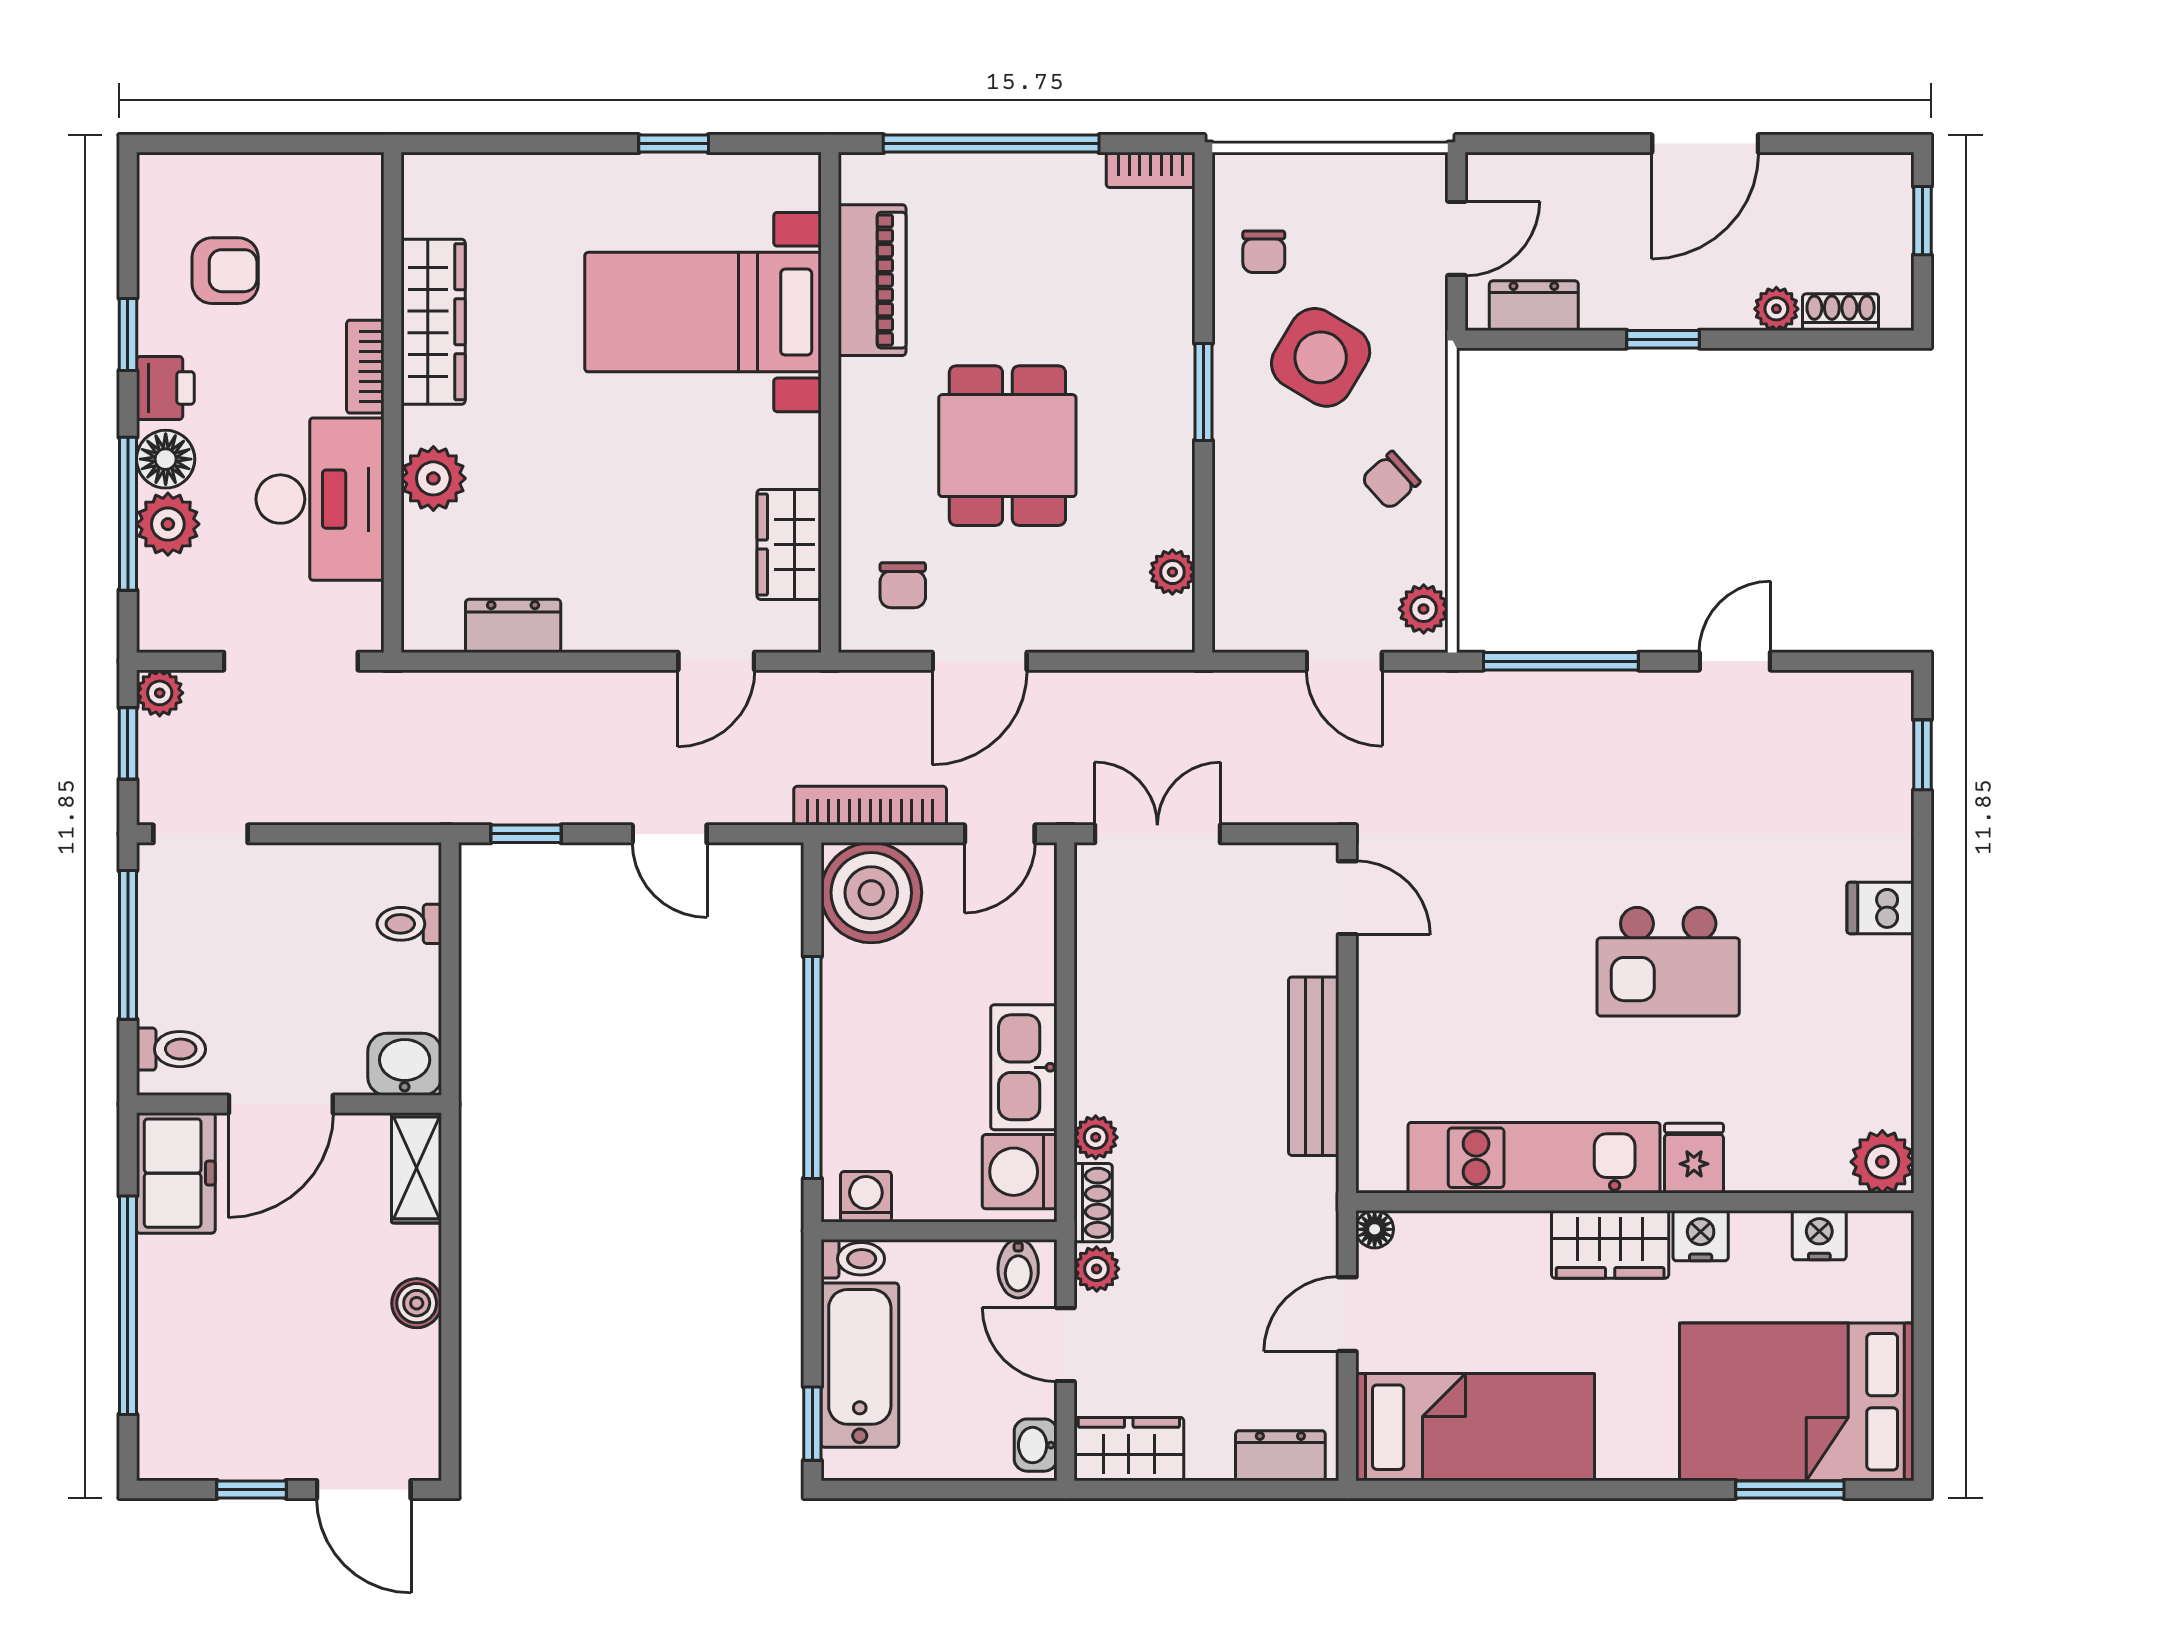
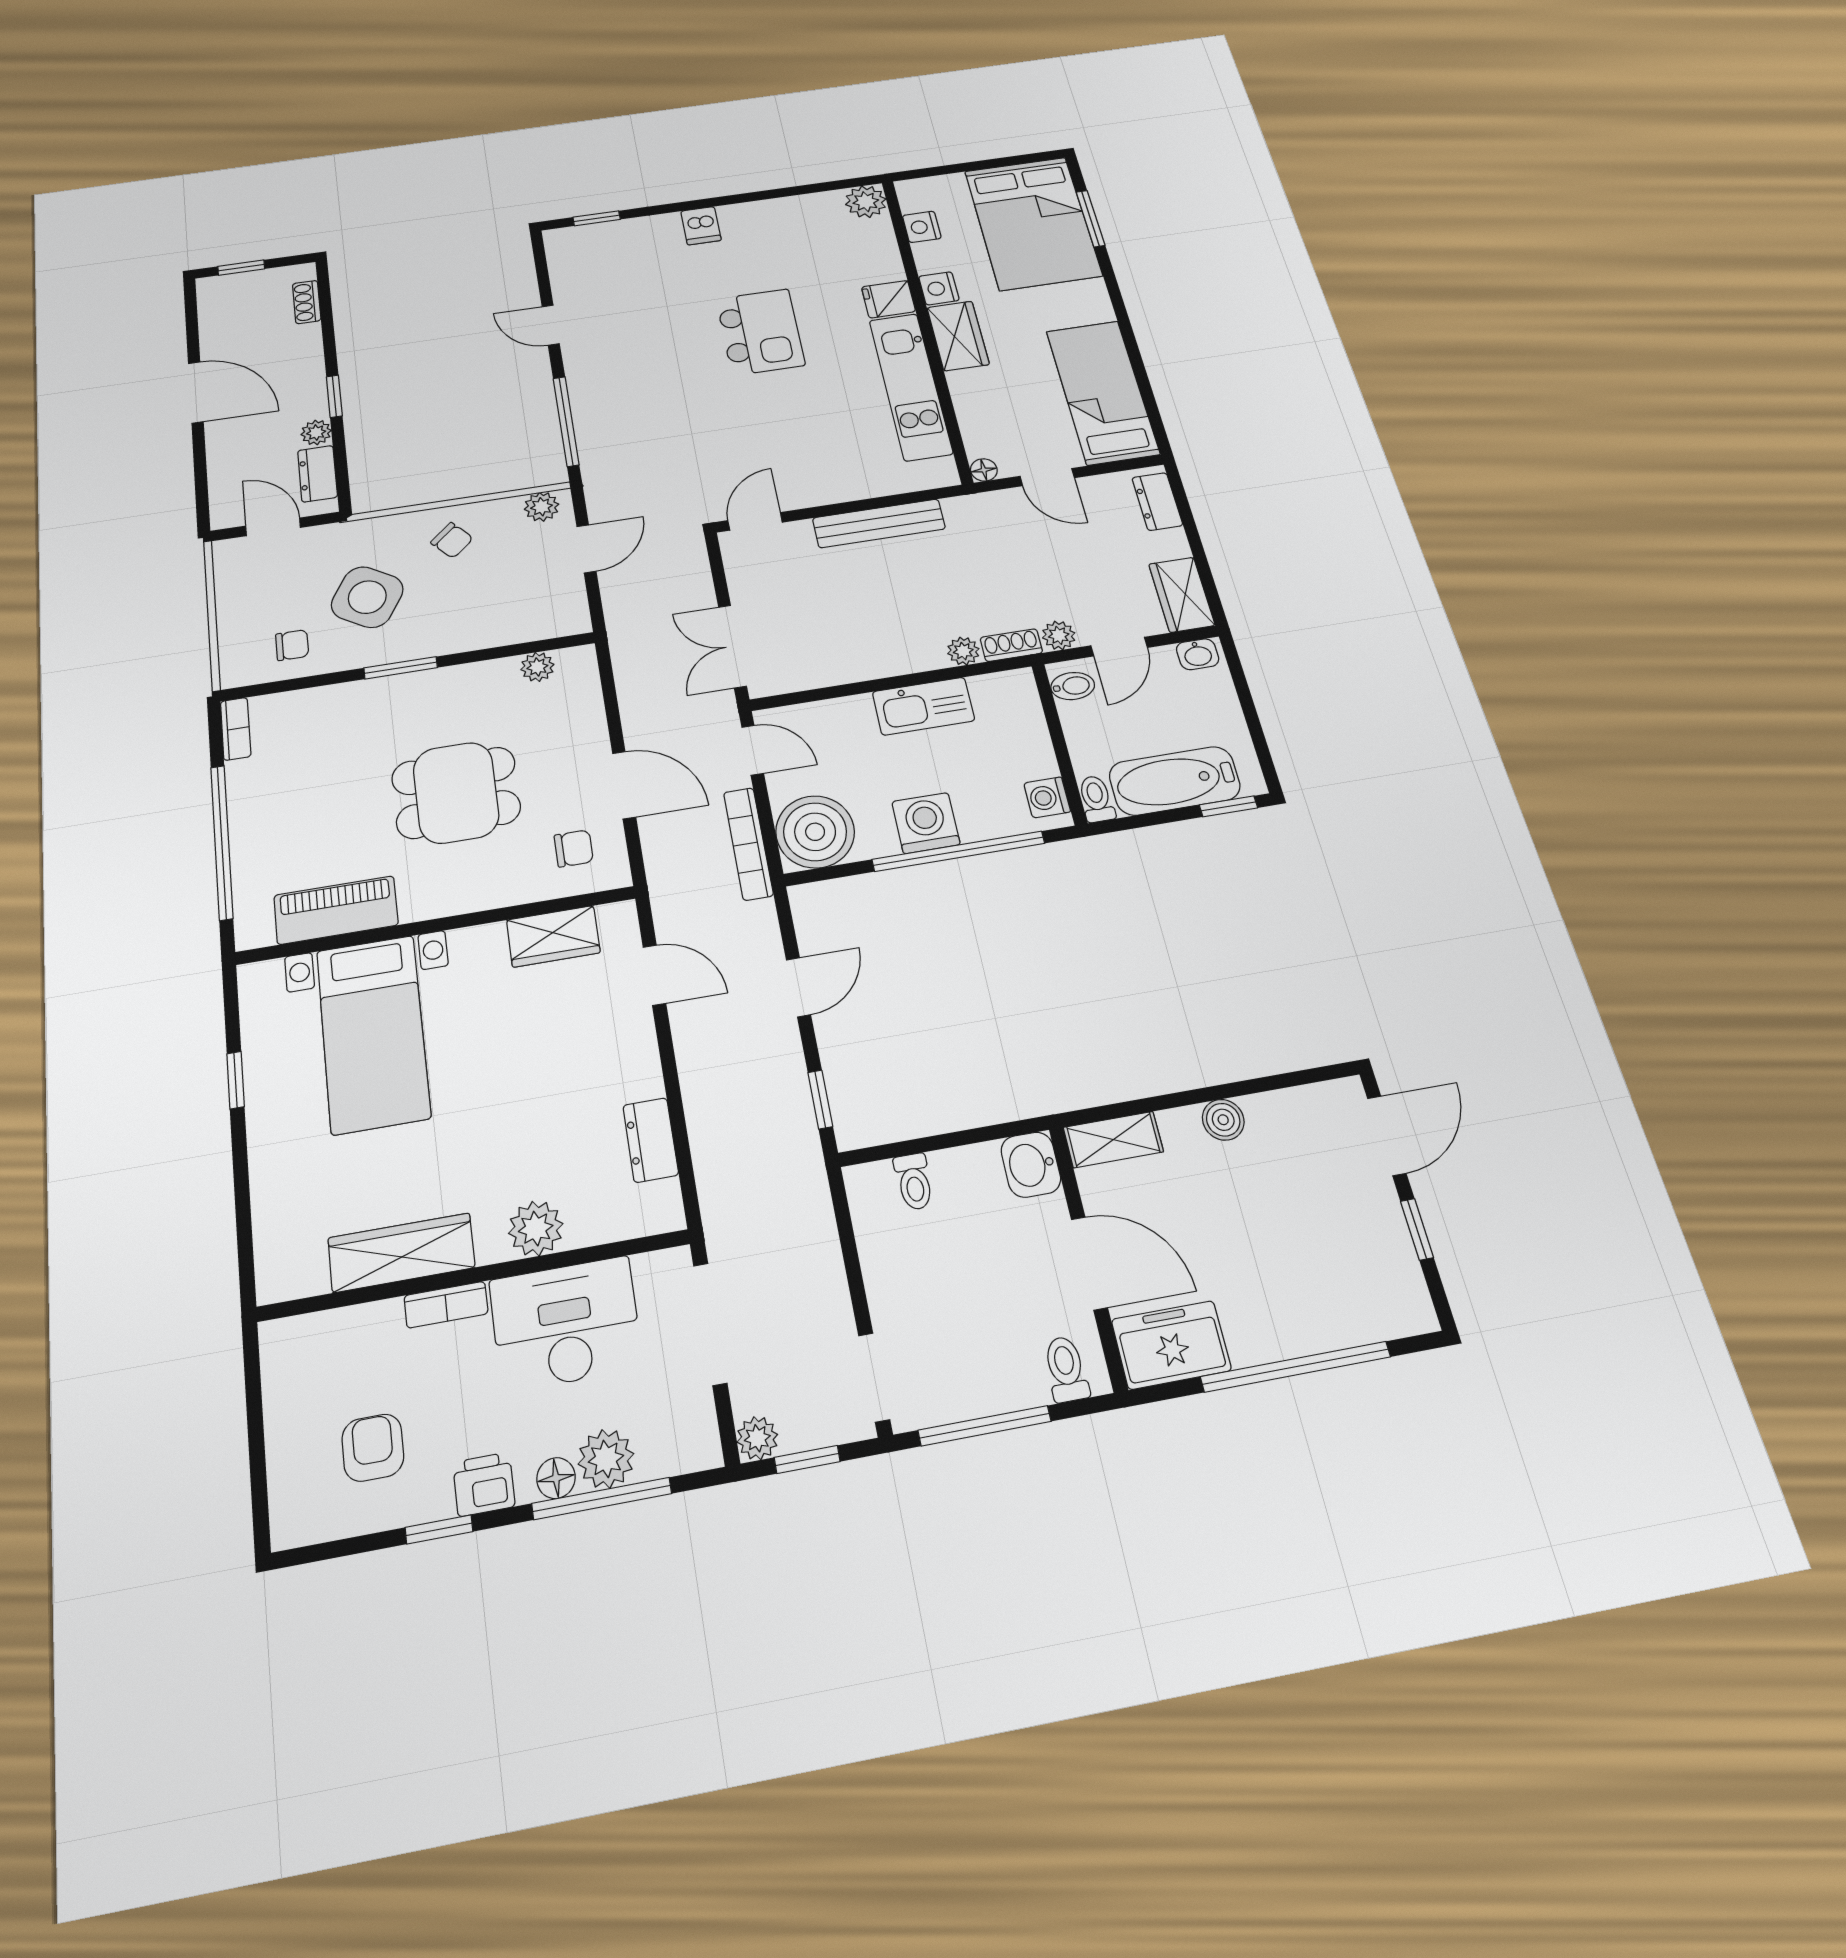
plant: (1776, 309) -> (316, 433), moved
floor lamp: (166, 459) -> (556, 1478), width x0.73, depth x0.73
washing machine: (1020, 1172) -> (926, 823), moved, turned 180

